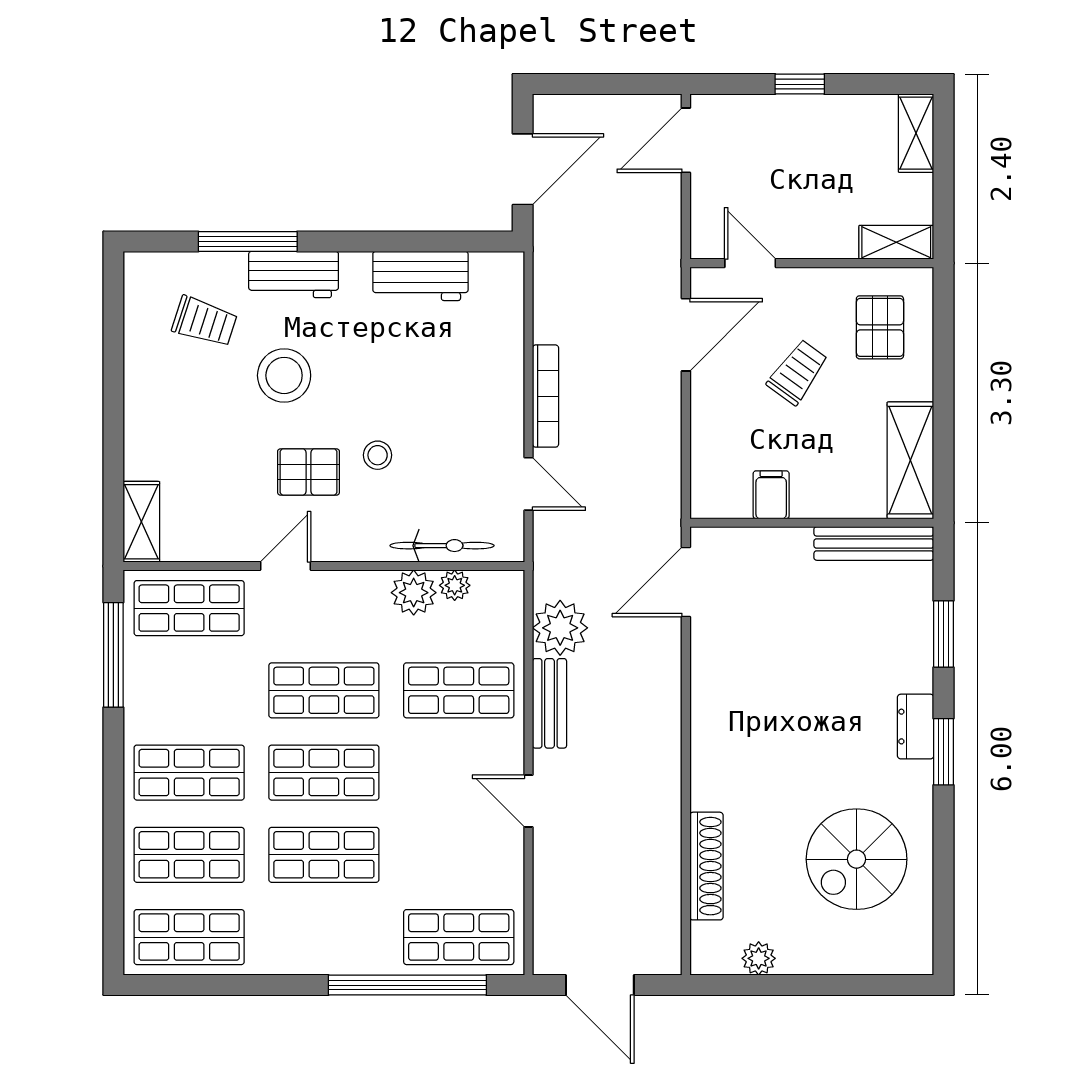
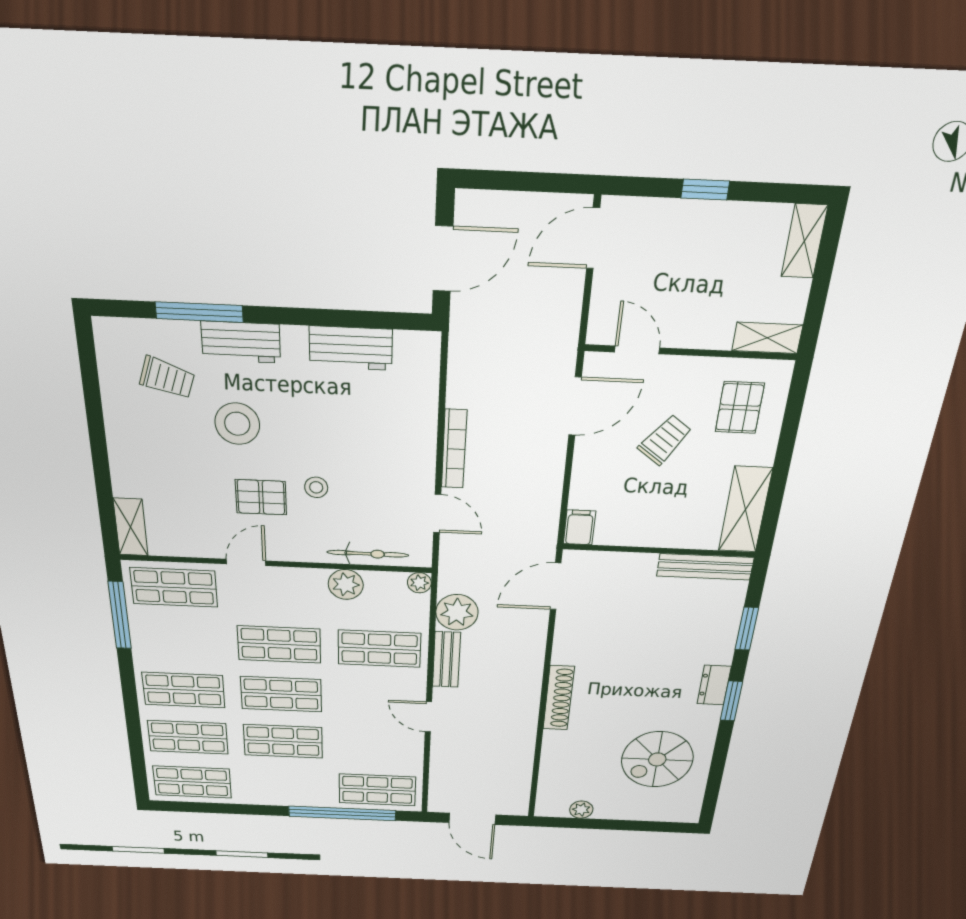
filing cabinet: (771, 495) -> (579, 527), moved
plant: (455, 585) -> (419, 583), moved
shoe rack: (706, 866) -> (559, 698), moved

